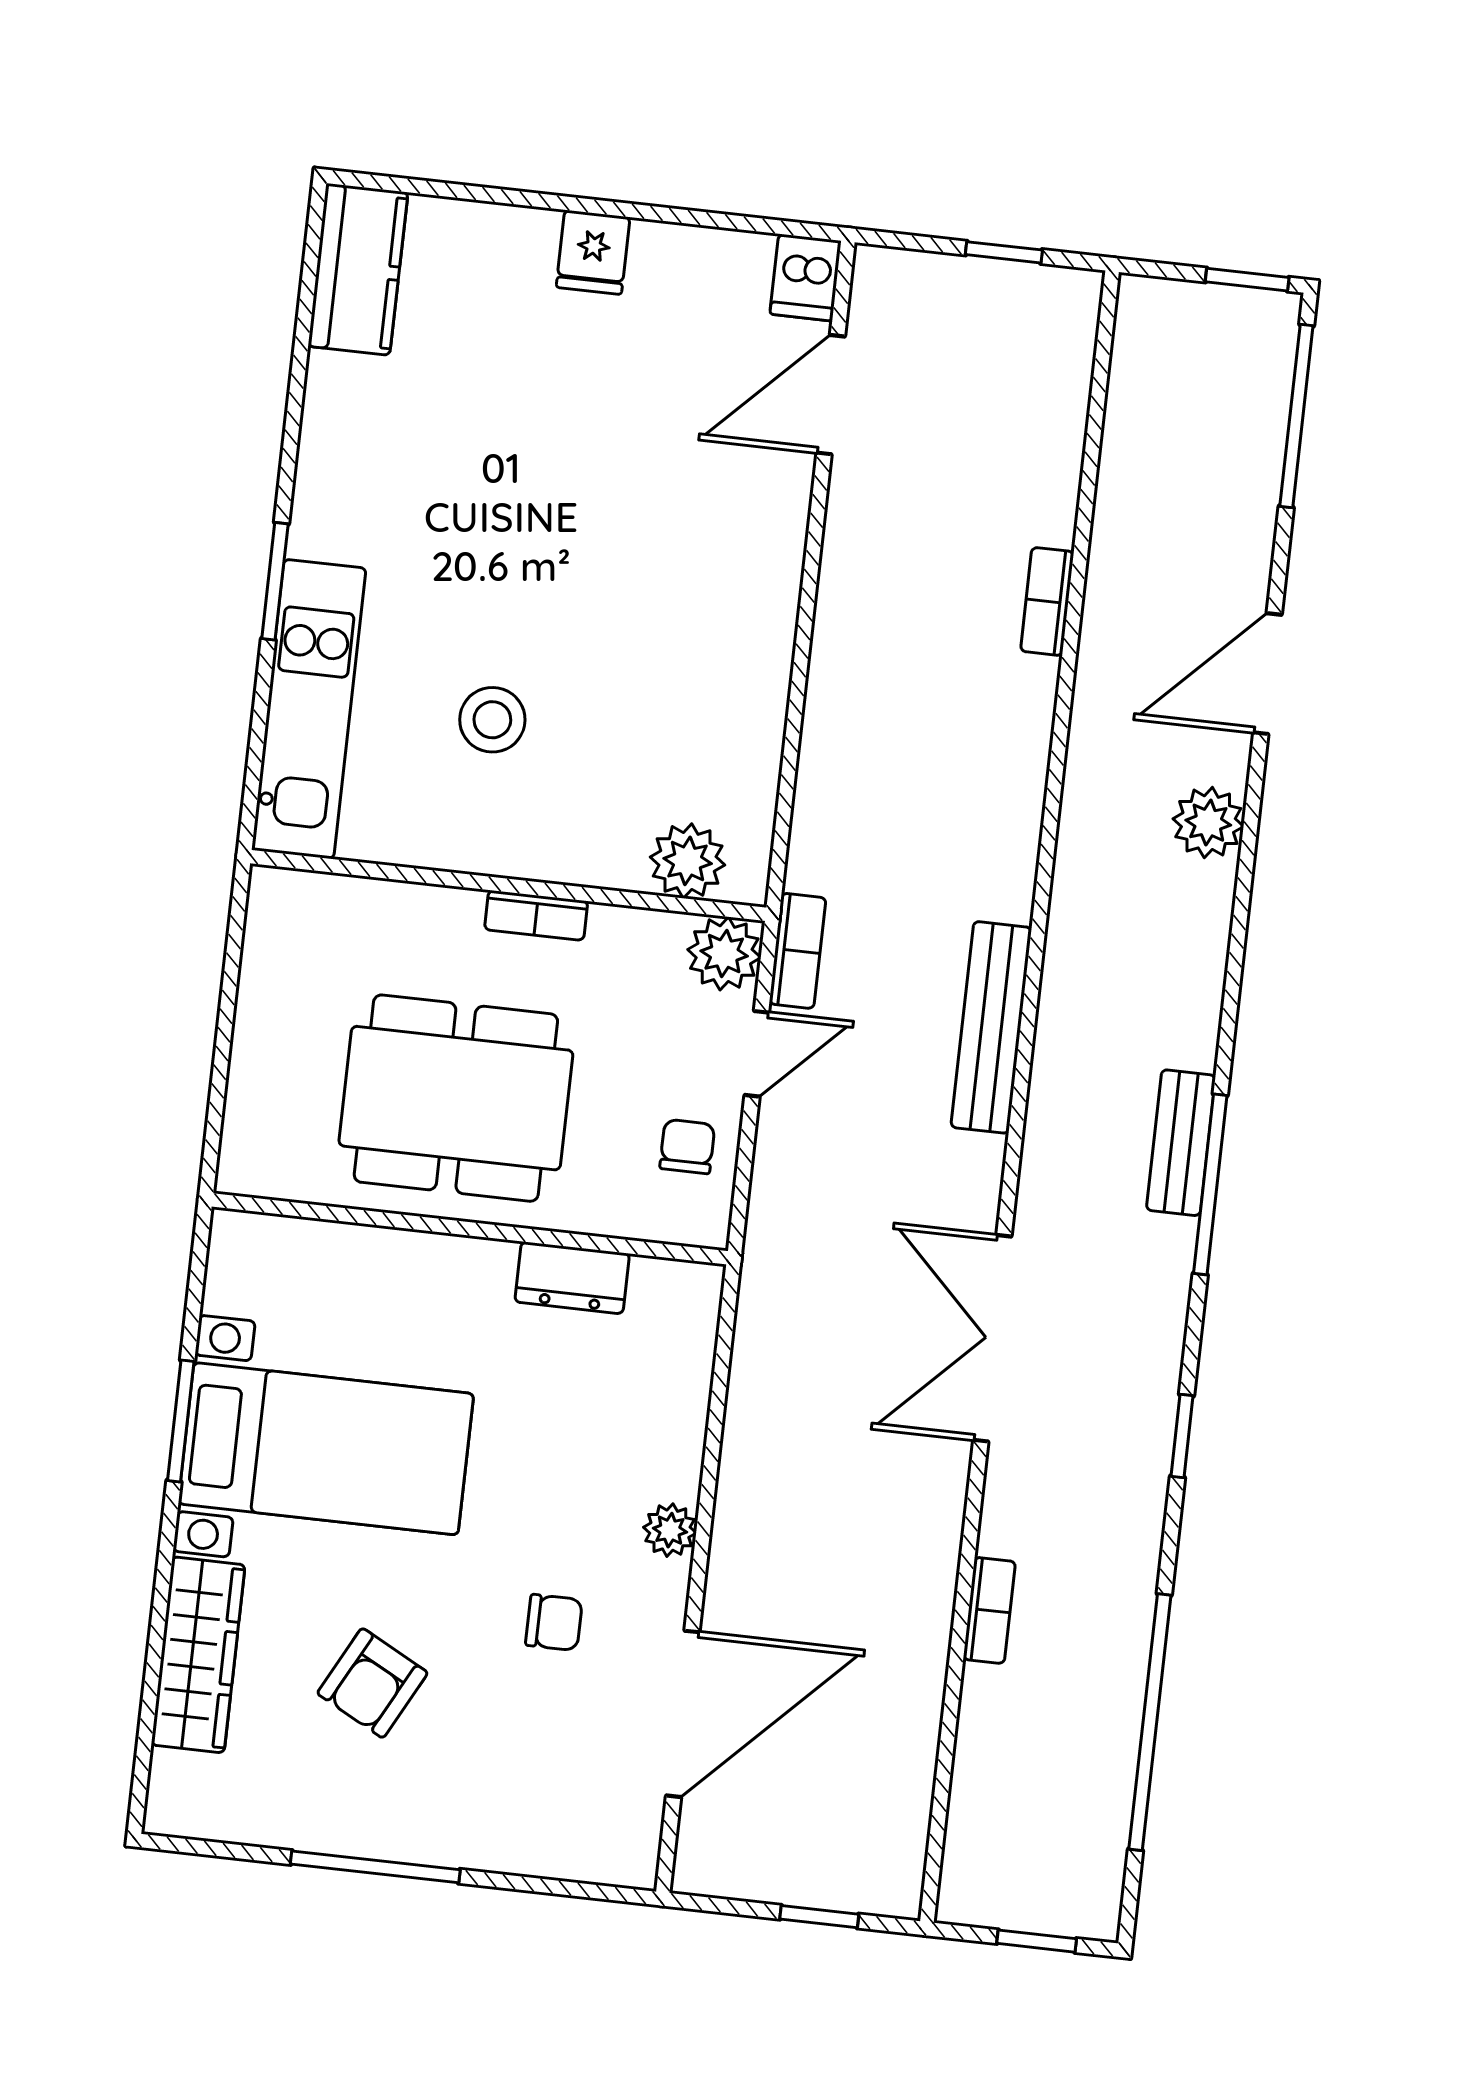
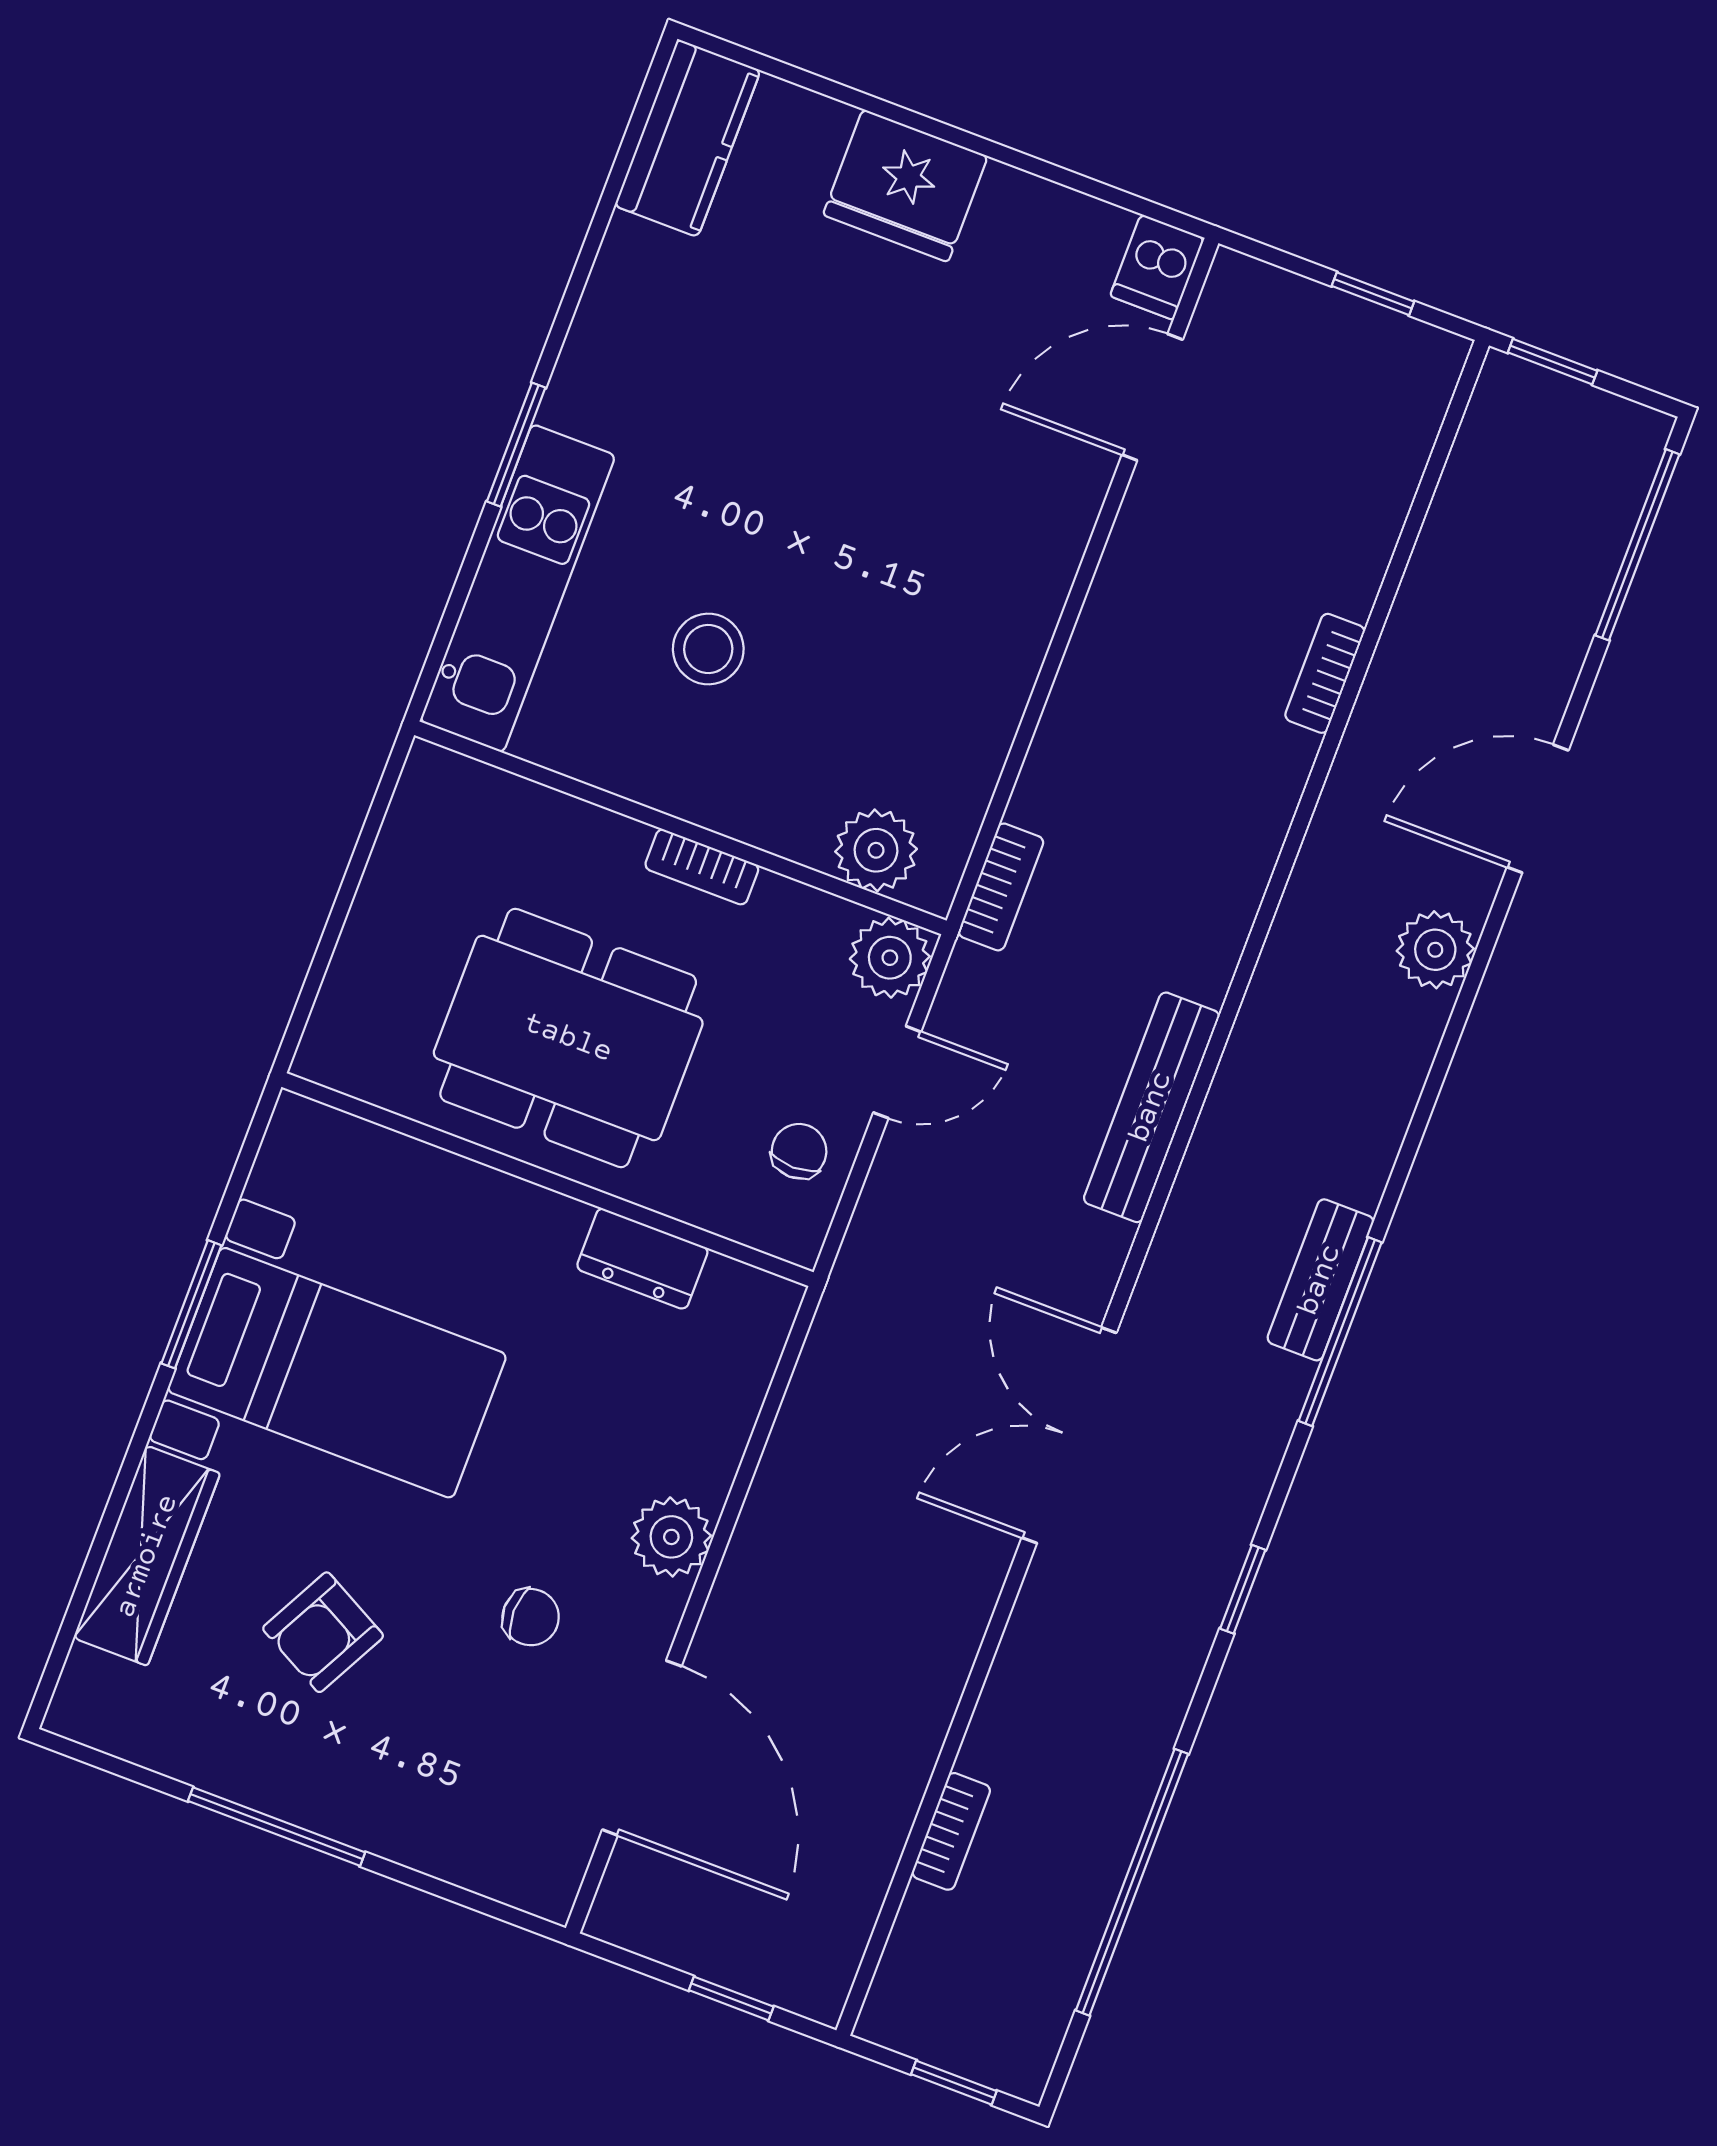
fridge: (593, 252) -> (905, 186), width x1.88, depth x1.34
window: (1247, 280) -> (1553, 362), moved
bookcase: (798, 951) -> (1001, 887), moved
plant: (670, 1530) -> (671, 1537), width x1.38, depth x1.38
bookcase: (989, 1610) -> (951, 1831), moved
door: (683, 1714) -> (642, 1748), hinge flipped

